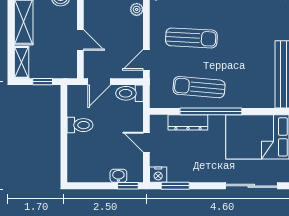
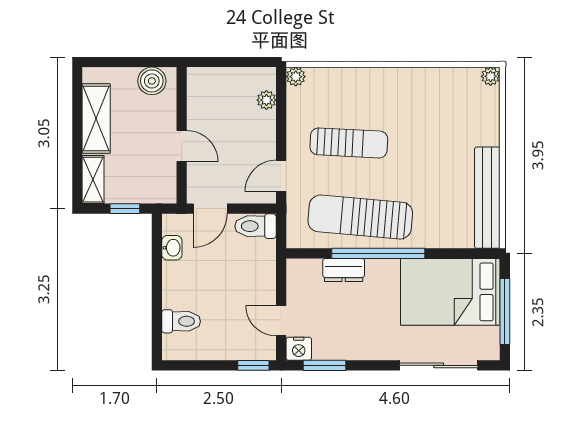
sun lounger: (199, 87) -> (360, 217), width x1.36, depth x1.34
dresser: (188, 122) -> (344, 270), width x0.70
toilet: (80, 125) -> (181, 321), moved
door: (146, 142) -> (281, 321), moved
washbasin: (118, 176) -> (172, 248), moved, turned 90

